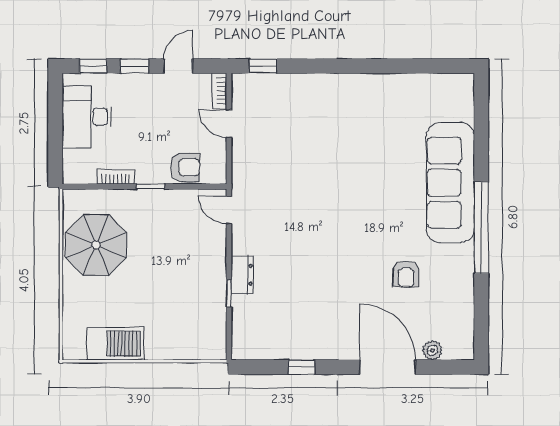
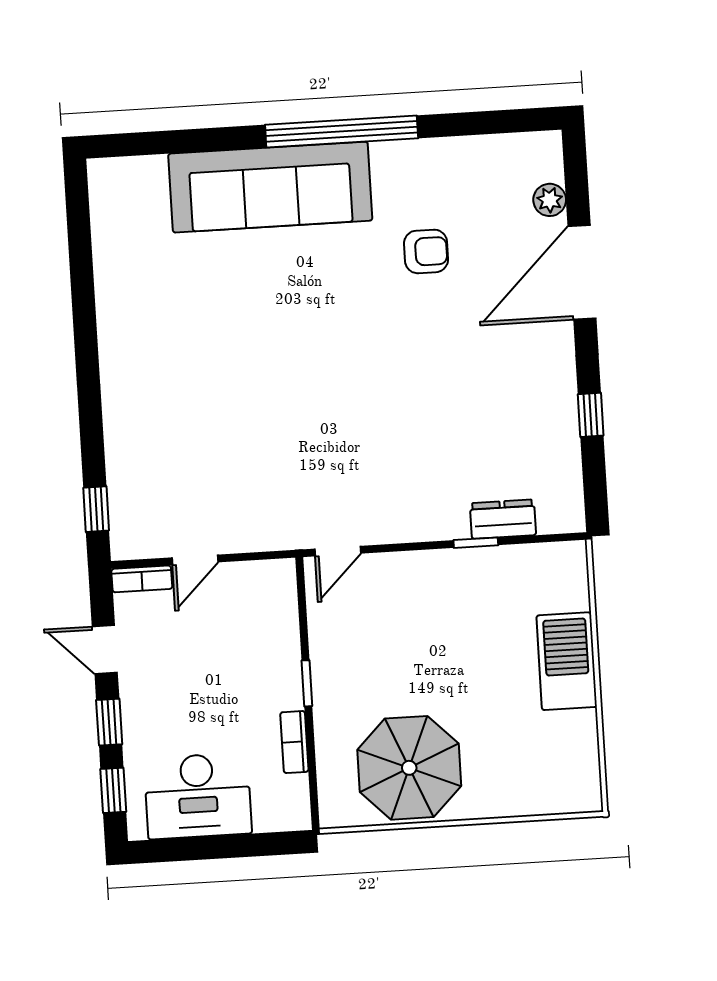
armchair: (185, 167) -> (271, 628), removed
dresser: (242, 275) -> (503, 519), moved
barbecue: (115, 344) -> (567, 661), moved

